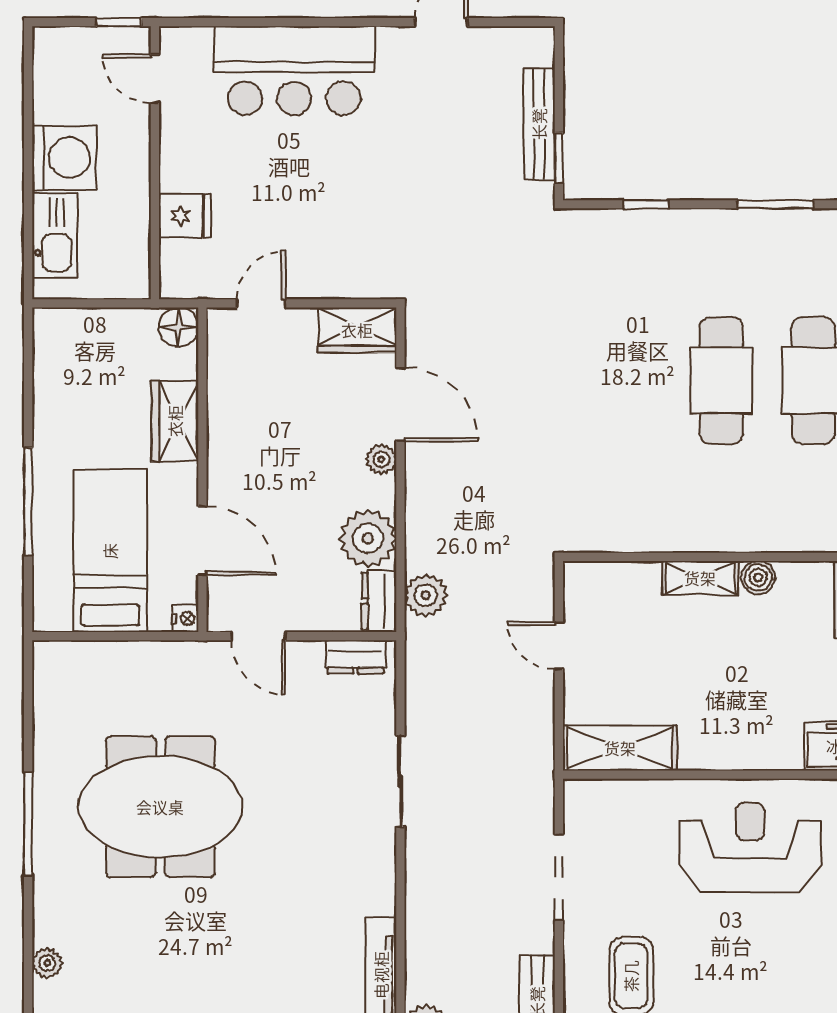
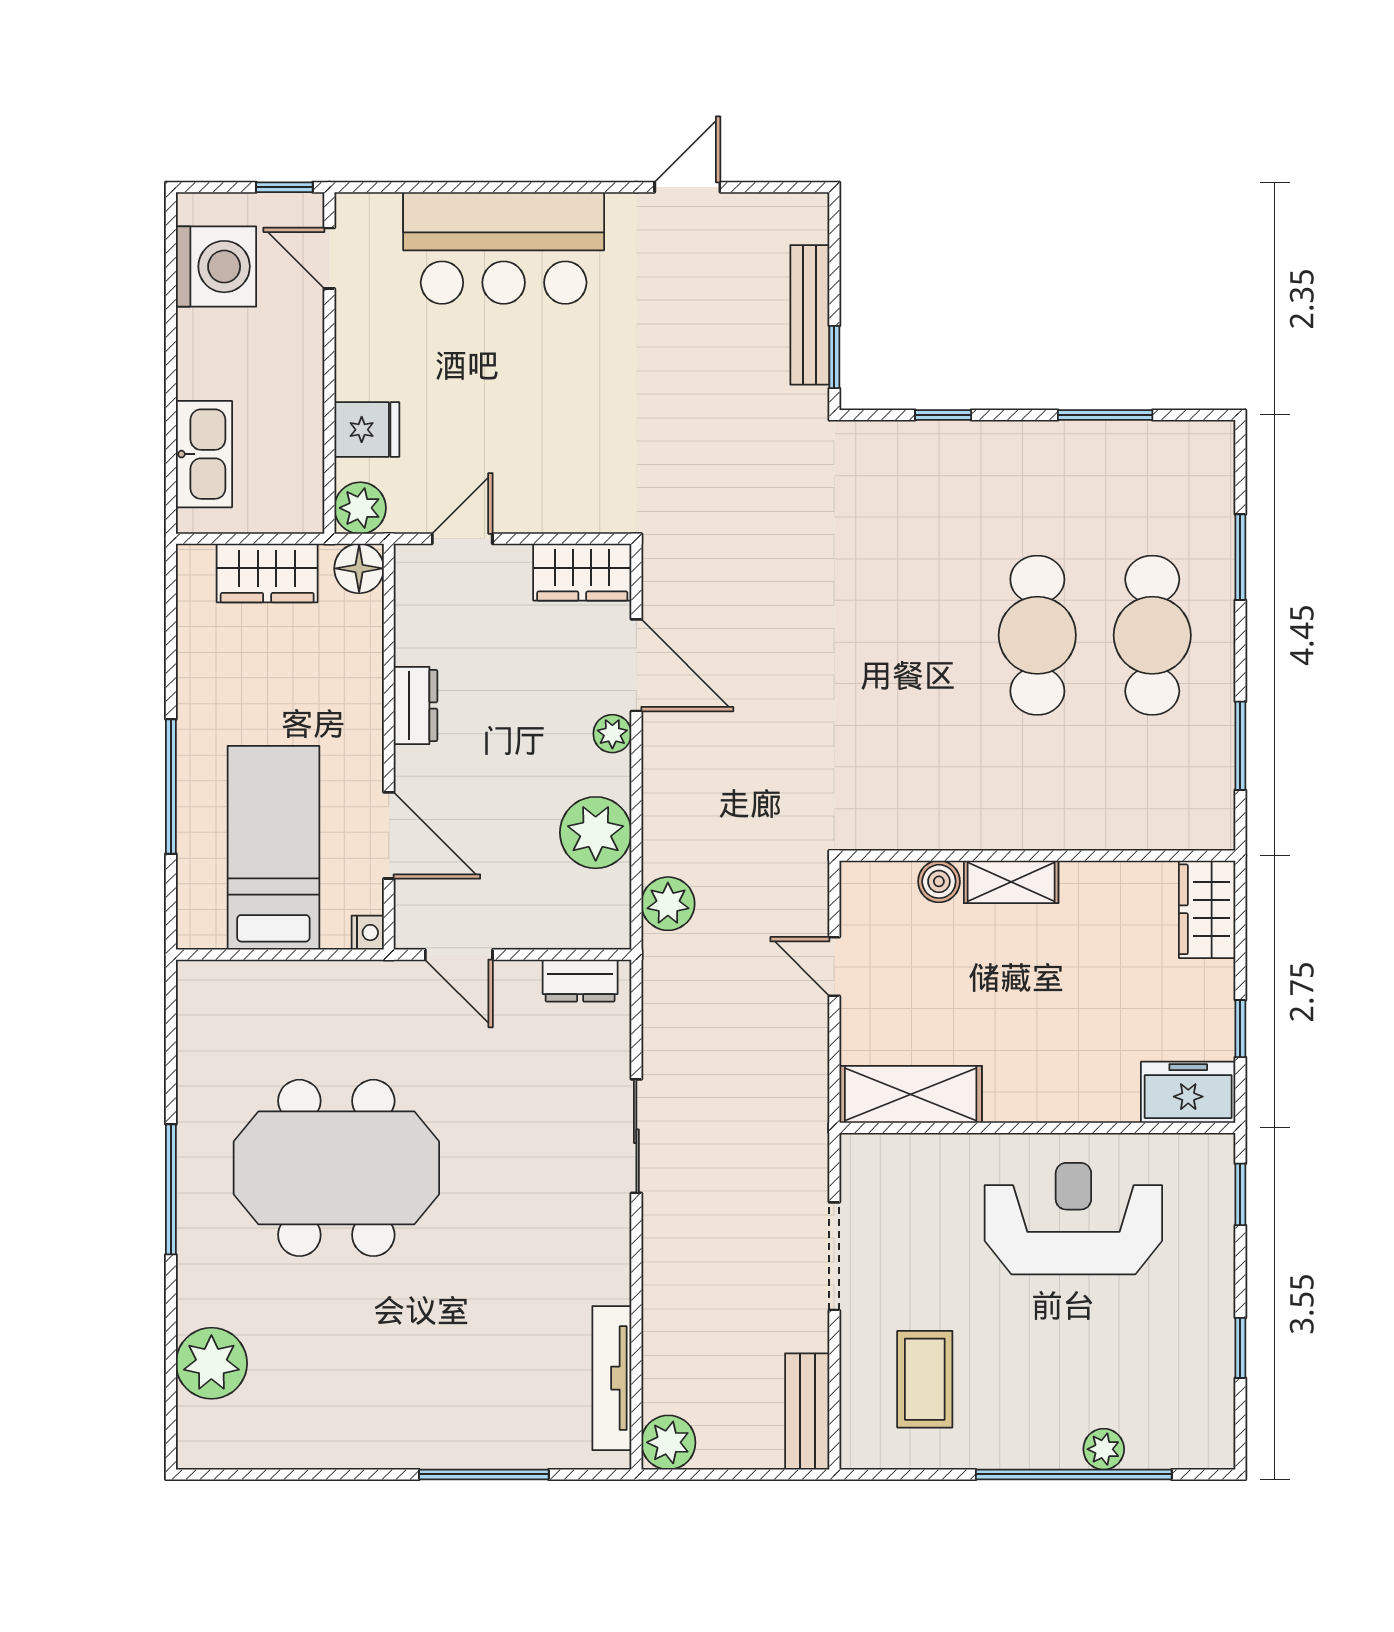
washing machine: (64, 158) -> (216, 267), moved
plant: (179, 279) -> (360, 508), added
wardrobe: (175, 421) -> (267, 573), moved, turned -90
boiler: (758, 578) -> (939, 881), moved
dresser: (379, 601) -> (415, 705), moved, turned 180
plant: (47, 963) -> (211, 1363), width x1.87, depth x1.87

